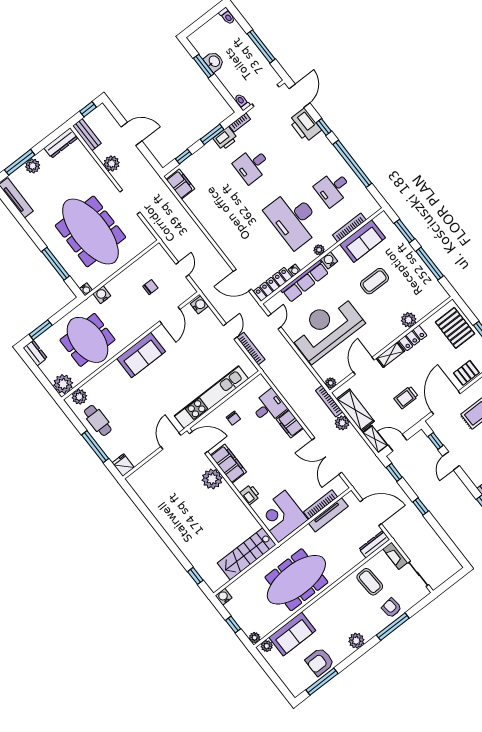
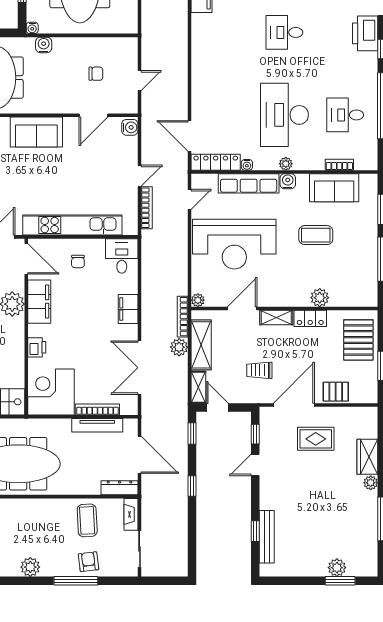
bookcase: (349, 227) -> (339, 165), width x0.64
reception desk: (326, 328) -> (234, 244), turned 180
desk: (269, 407) -> (122, 256), moved, turned -90

